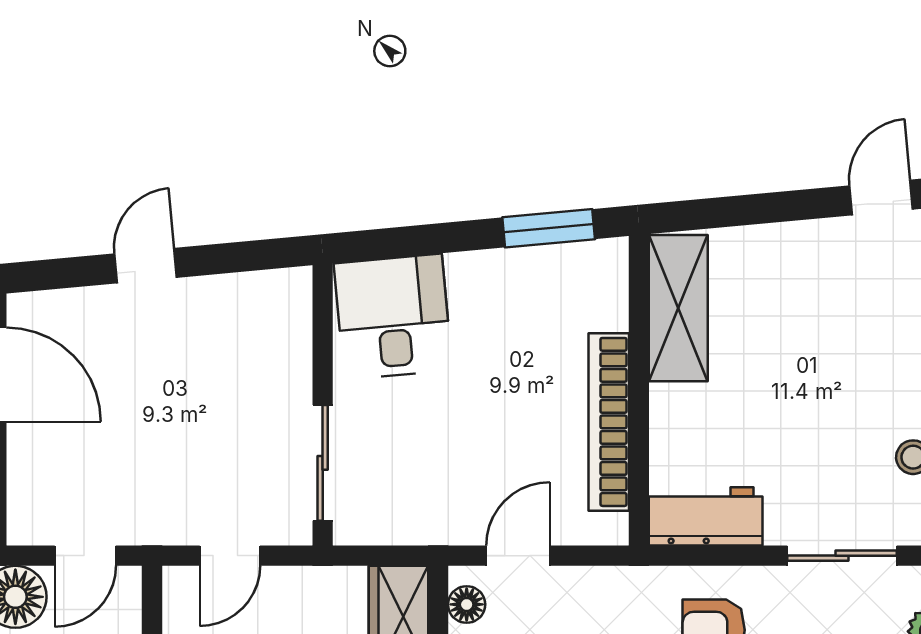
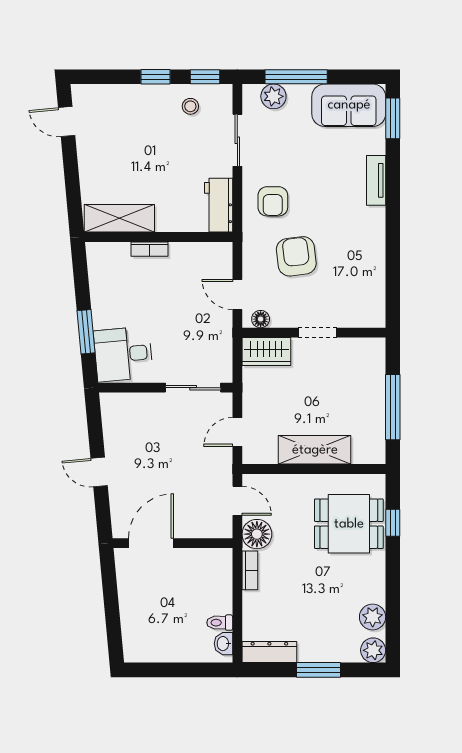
window: (549, 228) -> (86, 332), moved
bookcase: (609, 422) -> (150, 249), width x0.43, depth x0.76
door: (230, 556) -> (237, 432), swing flipped

